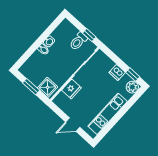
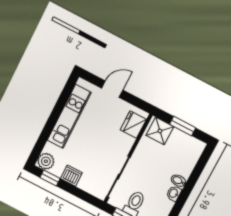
fridge: (72, 89) -> (133, 125), moved

